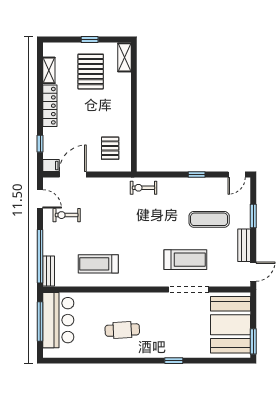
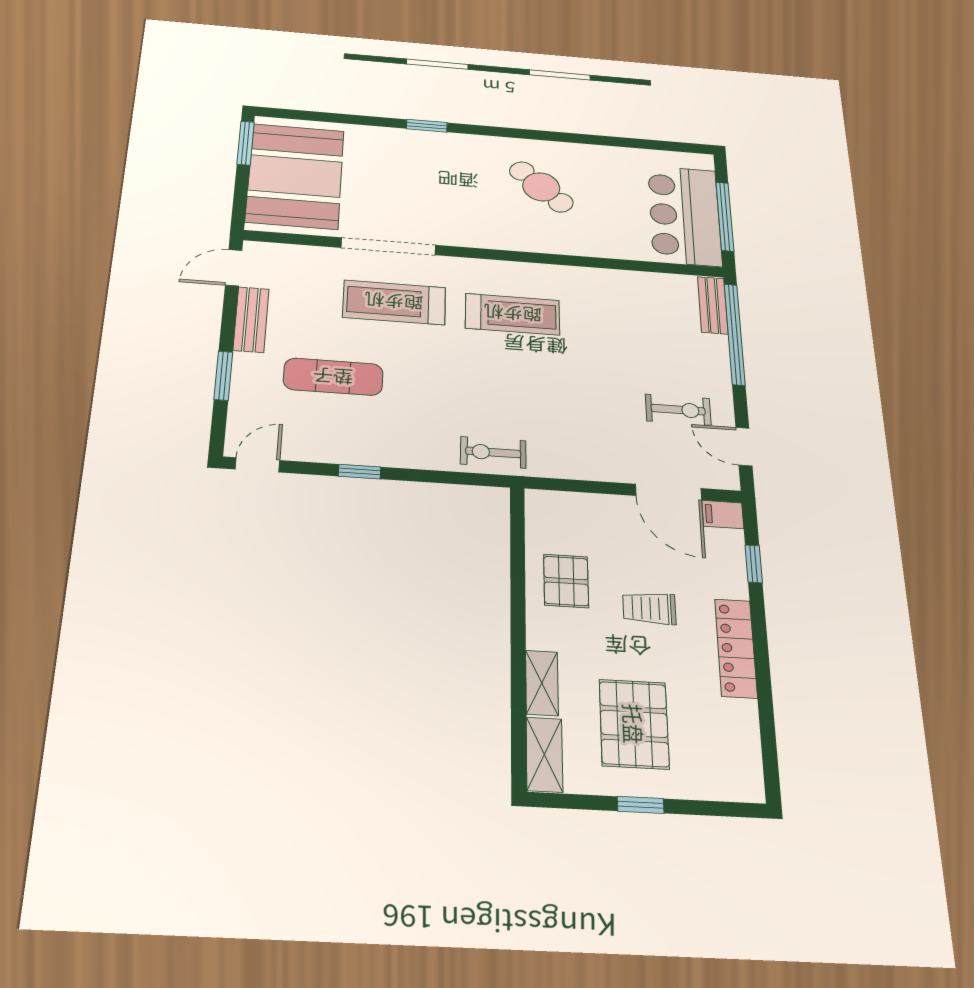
shelving: (49, 70) -> (542, 683), moved
trolley: (83, 121) -> (649, 608), added
pallet: (110, 148) -> (566, 581), moved
door: (73, 174) -> (669, 492), hinge flipped
exercise bike: (143, 188) -> (493, 452), turned 180
treadmill: (98, 264) -> (513, 314), moved
cafe table: (122, 330) -> (541, 187), turned 47

